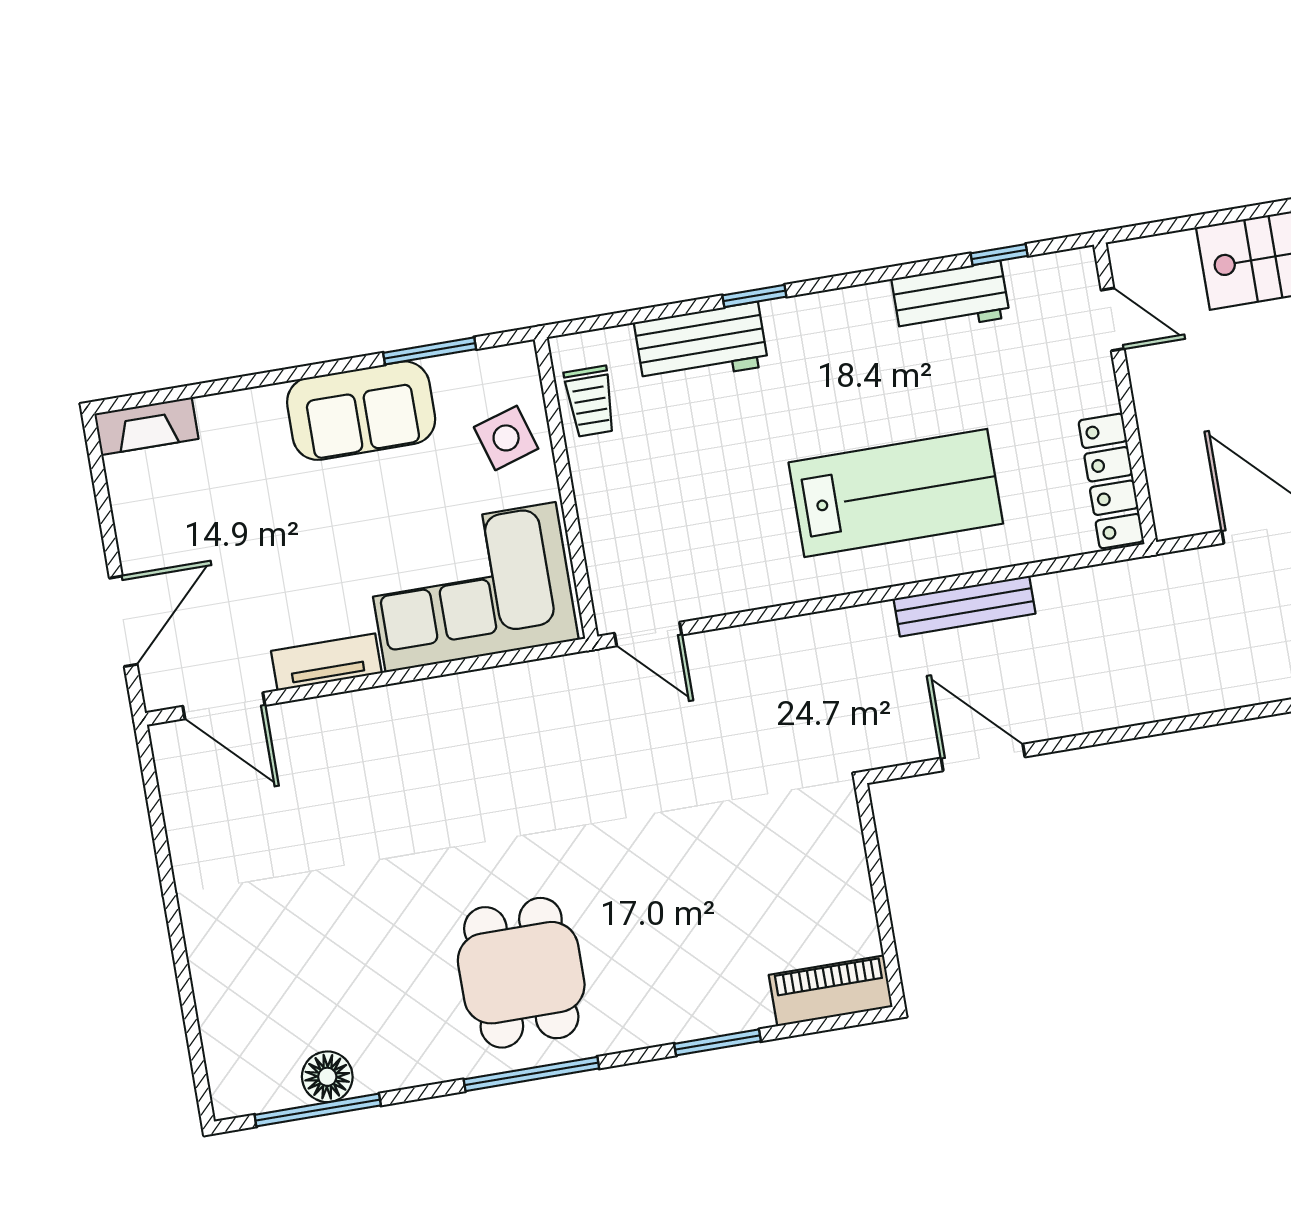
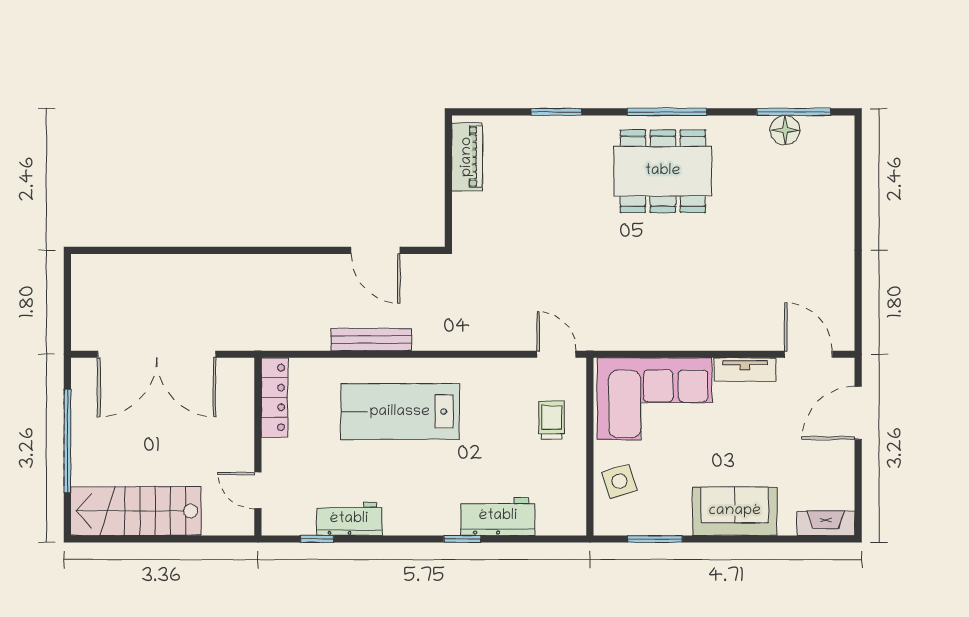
trolley: (590, 401) -> (552, 420), moved
sofa: (361, 411) -> (735, 511), moved
dining table: (521, 973) -> (663, 171), width x1.37
piano: (831, 991) -> (467, 157), moved, turned -90

